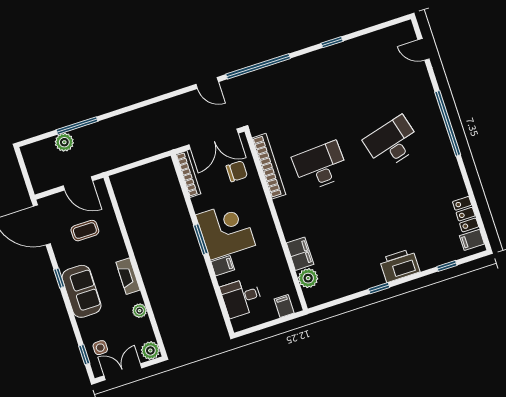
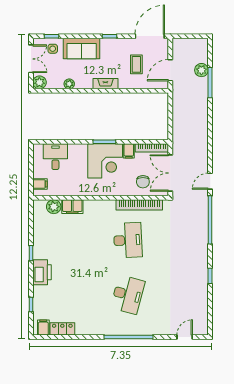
desk: (392, 143) -> (128, 295), turned 30
filing cabinet: (223, 266) -> (129, 151), moved
fireplace: (128, 276) -> (105, 84), moved
sofa: (82, 291) -> (82, 48), moved

